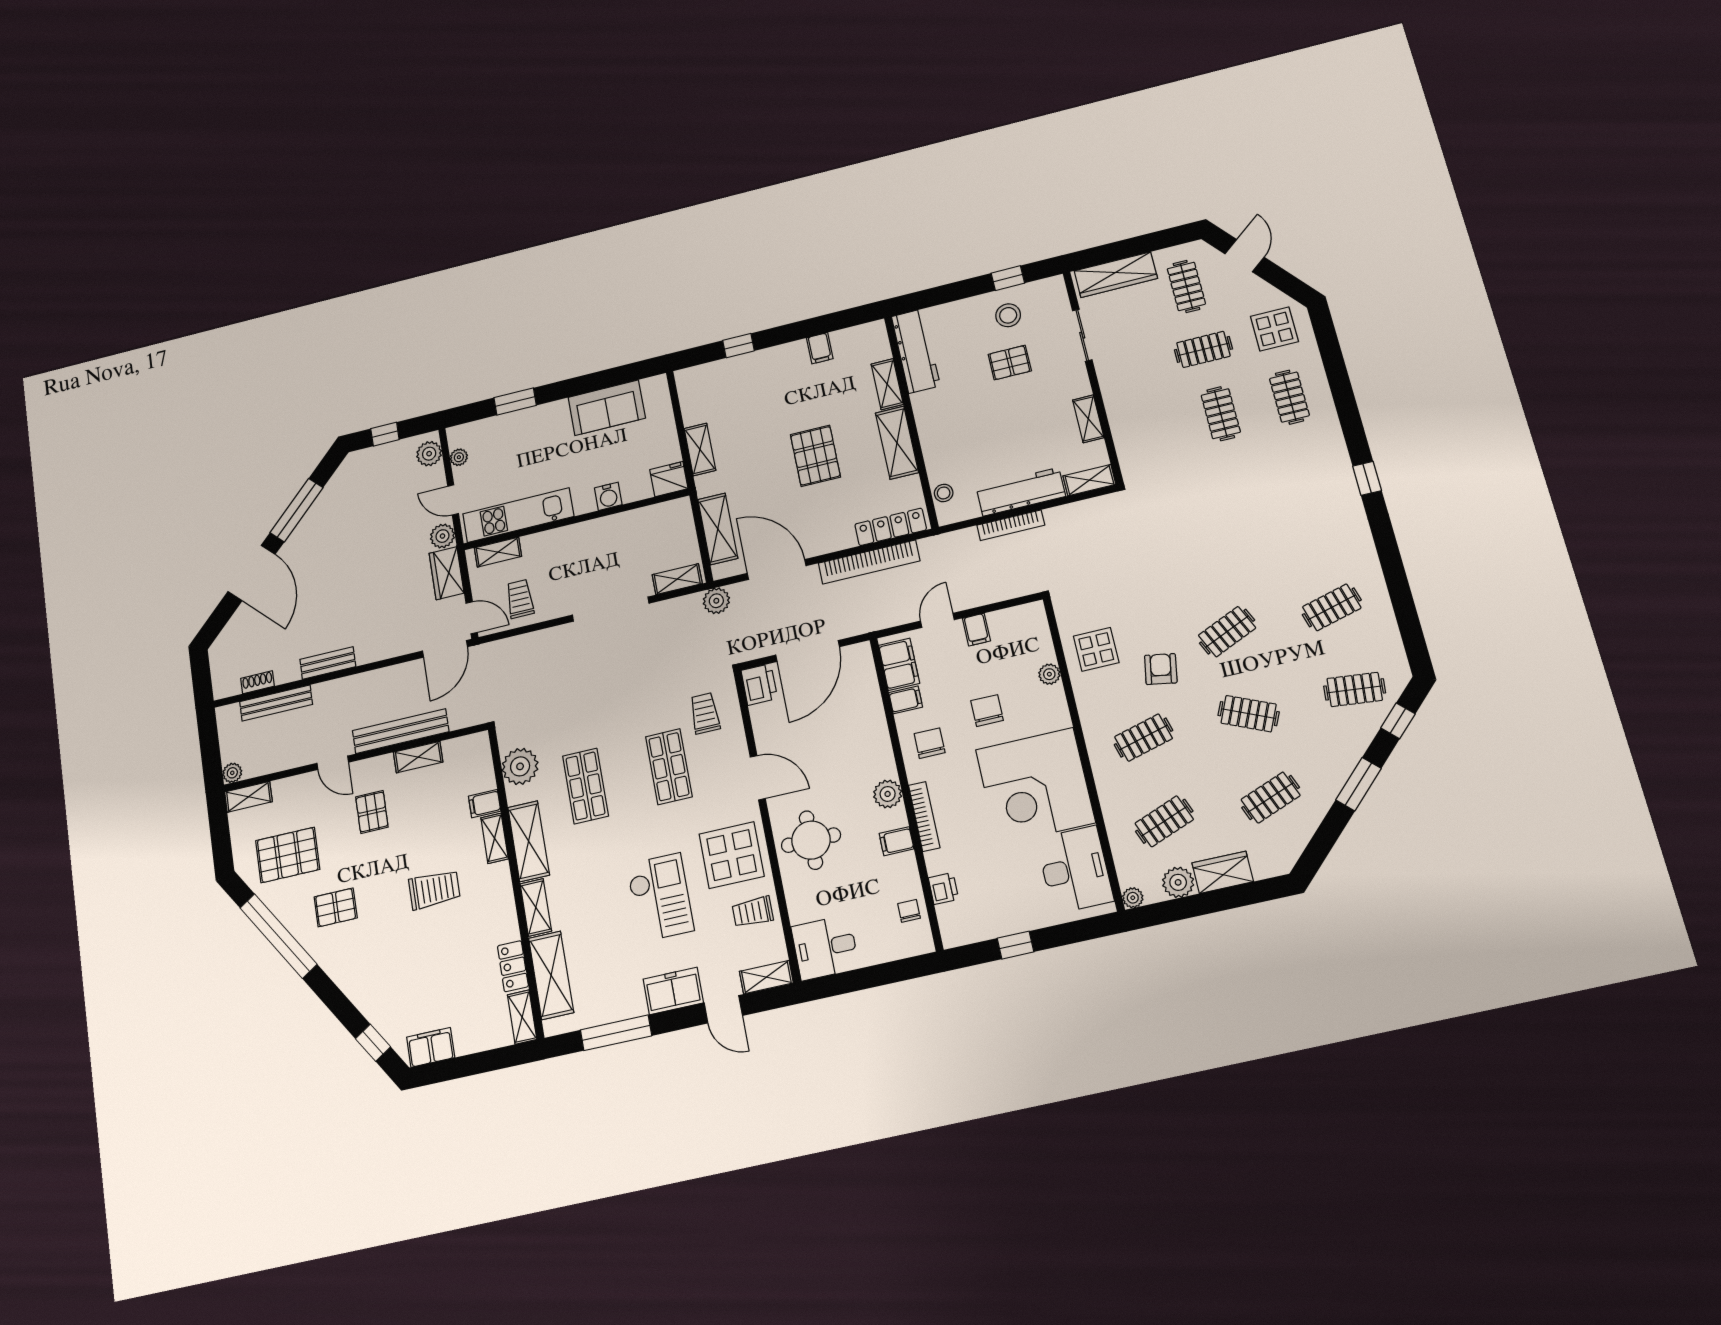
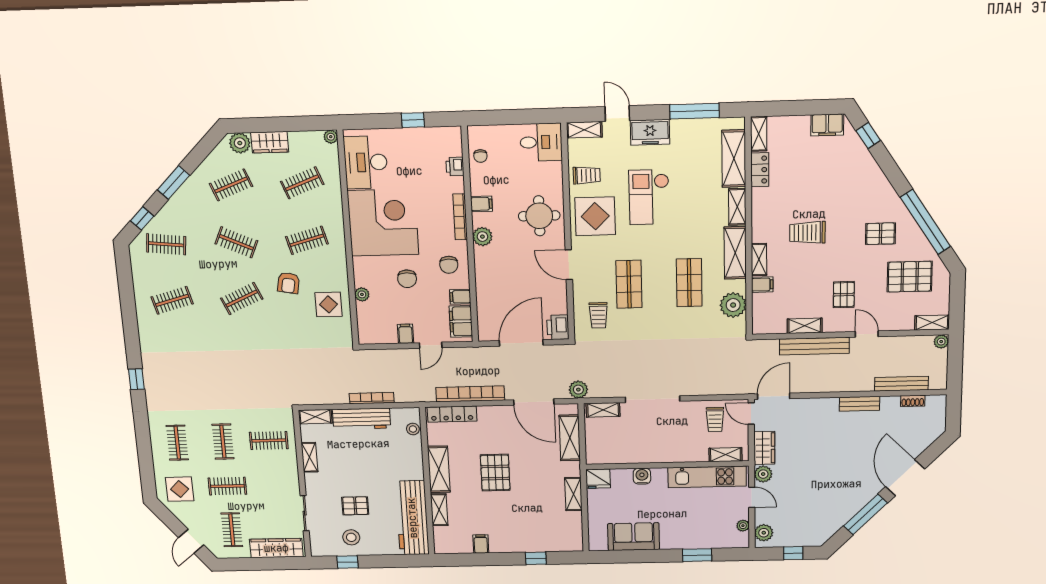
workbench: (916, 351) -> (412, 518), width x1.36, depth x1.32
clothes rail: (1152, 430) -> (269, 441), added
plant: (1178, 882) -> (240, 143), moved

